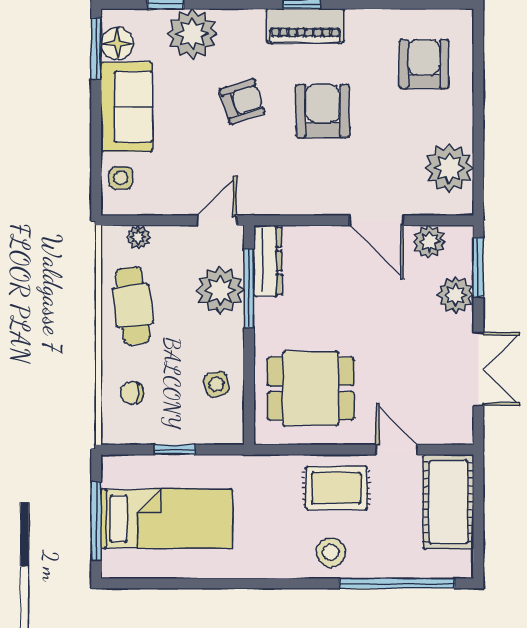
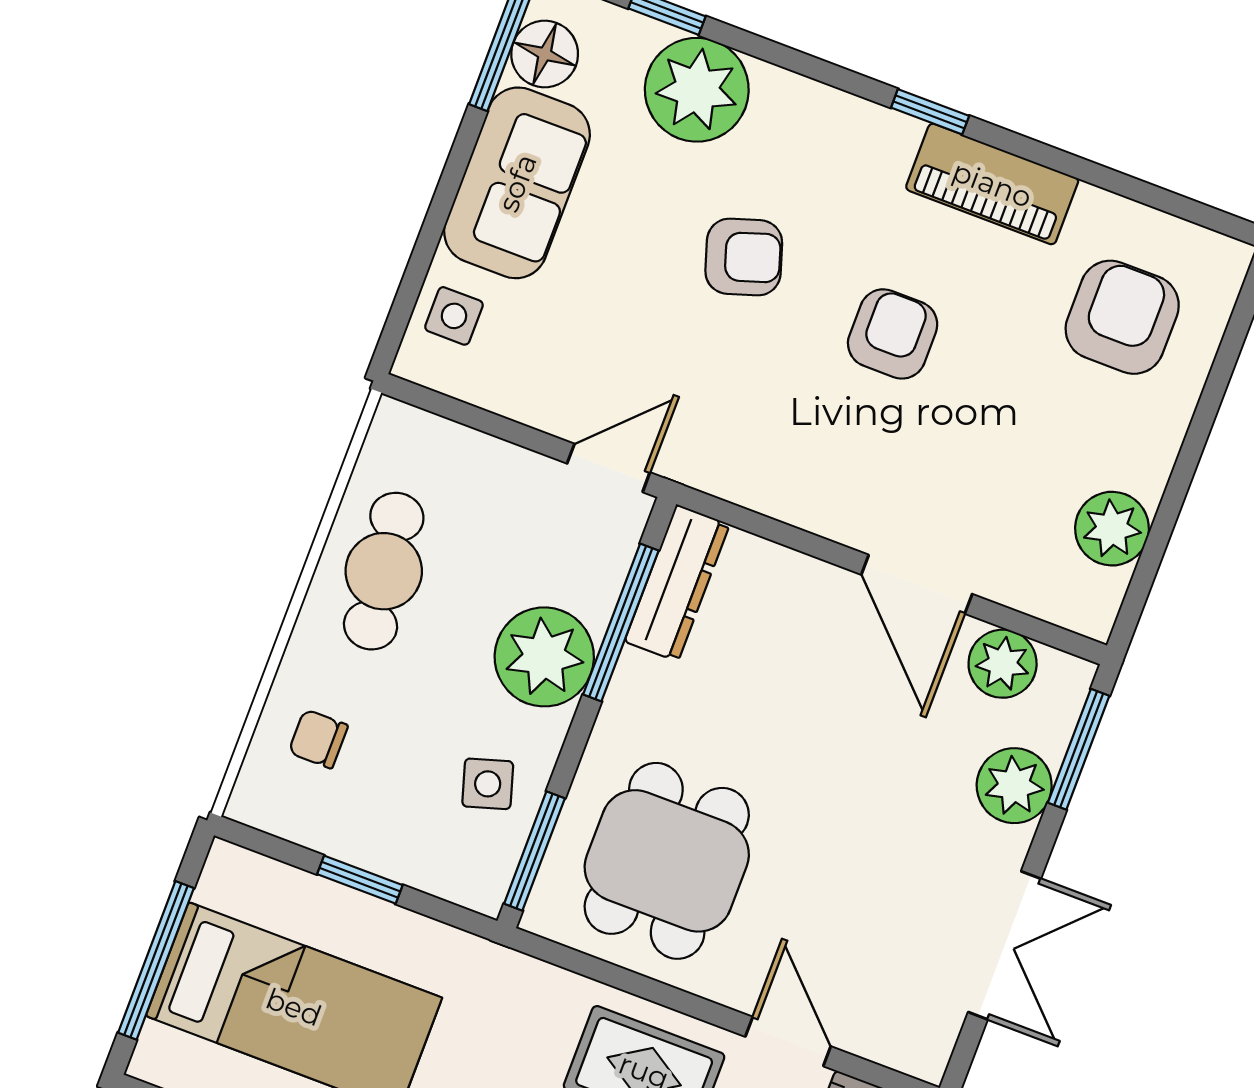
piano: (305, 26) -> (992, 184), moved
armchair: (323, 111) -> (893, 334), width x0.72, depth x0.72
plant: (449, 168) -> (1112, 529), width x0.73, depth x0.73
plant: (138, 237) -> (445, 443), removed
plant: (220, 290) -> (544, 657), moved
dining table: (311, 389) -> (667, 861), turned 90
window: (249, 407) -> (534, 851), added

